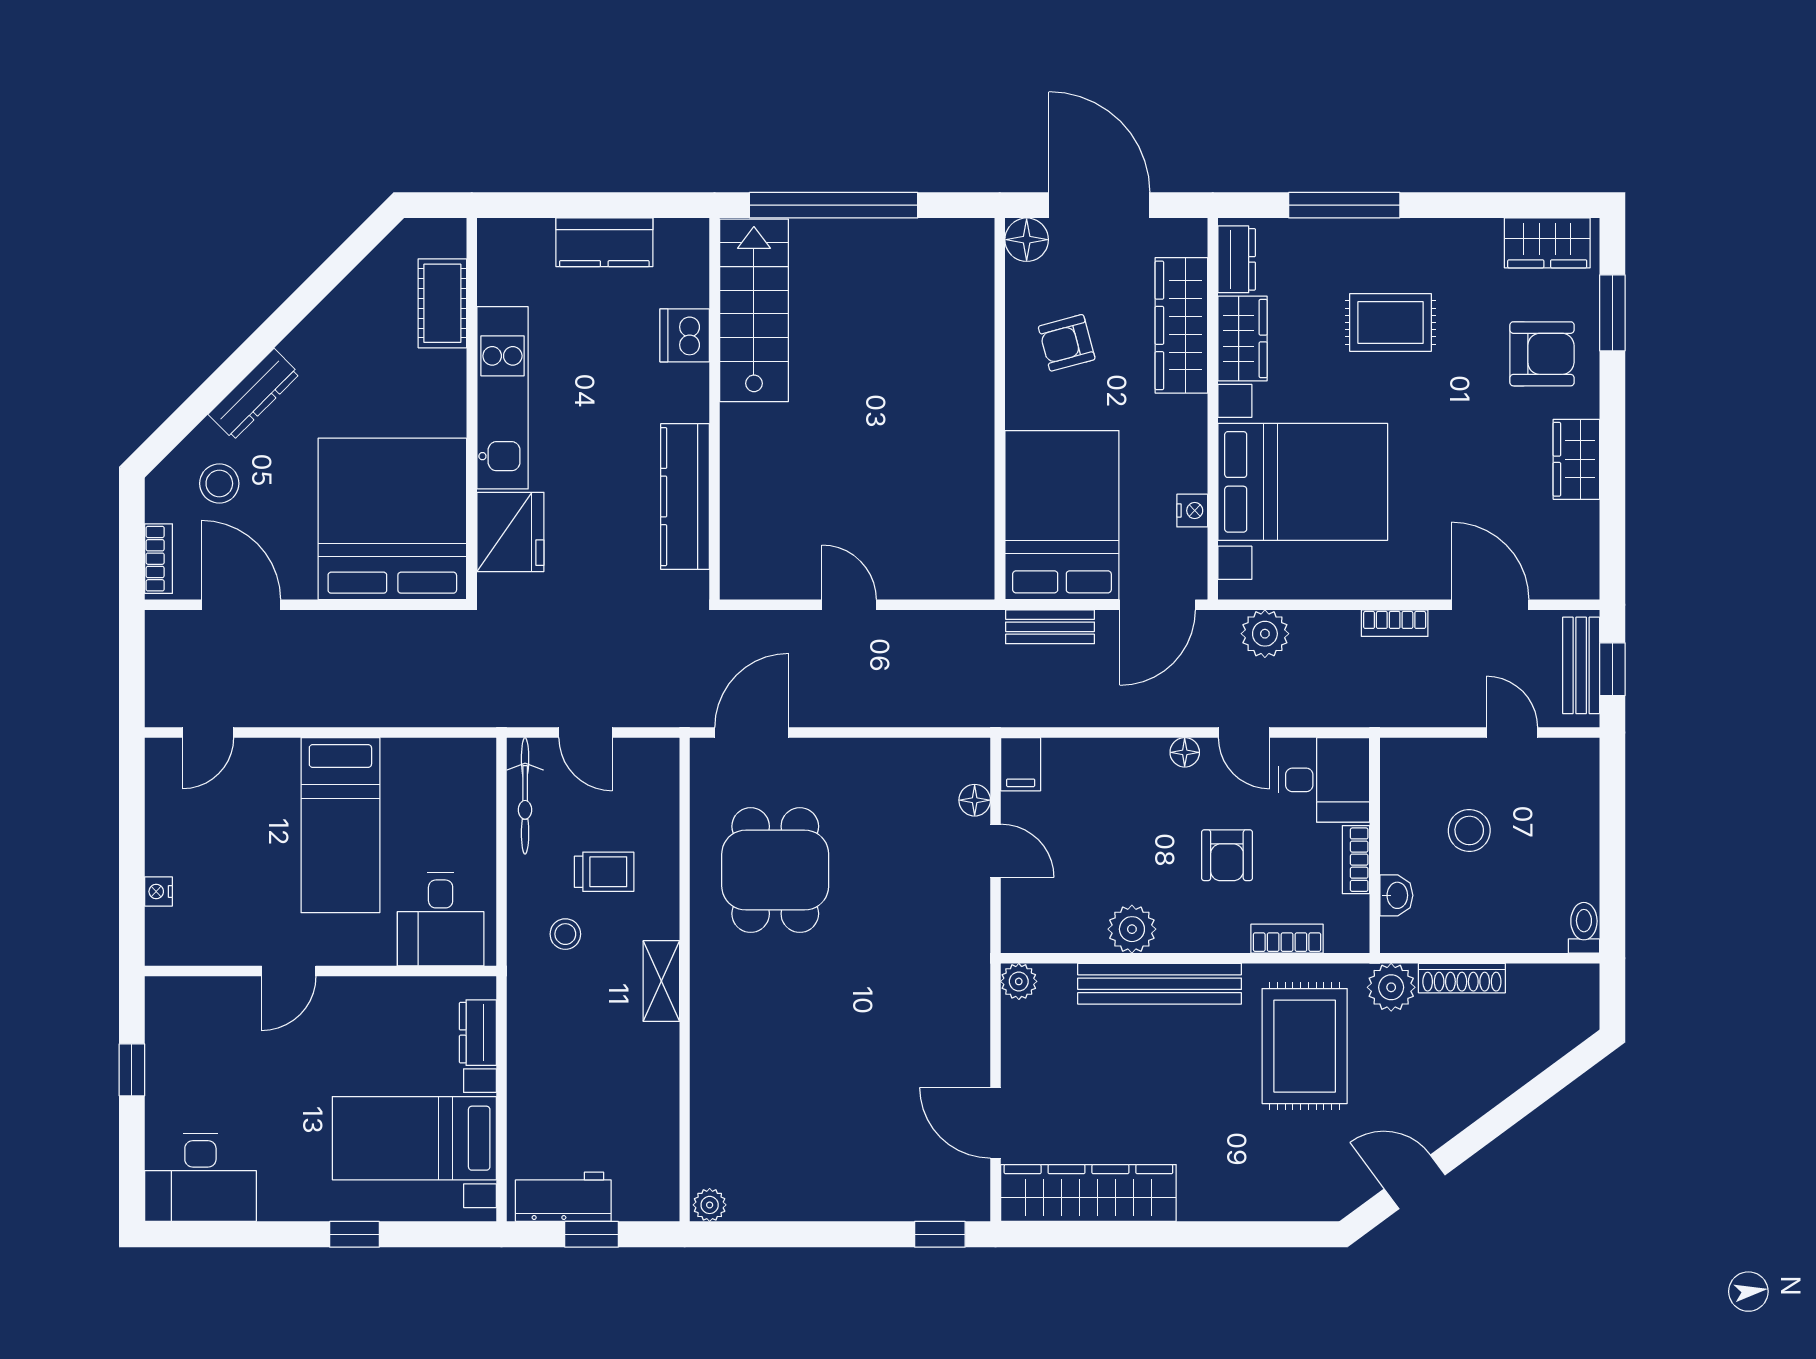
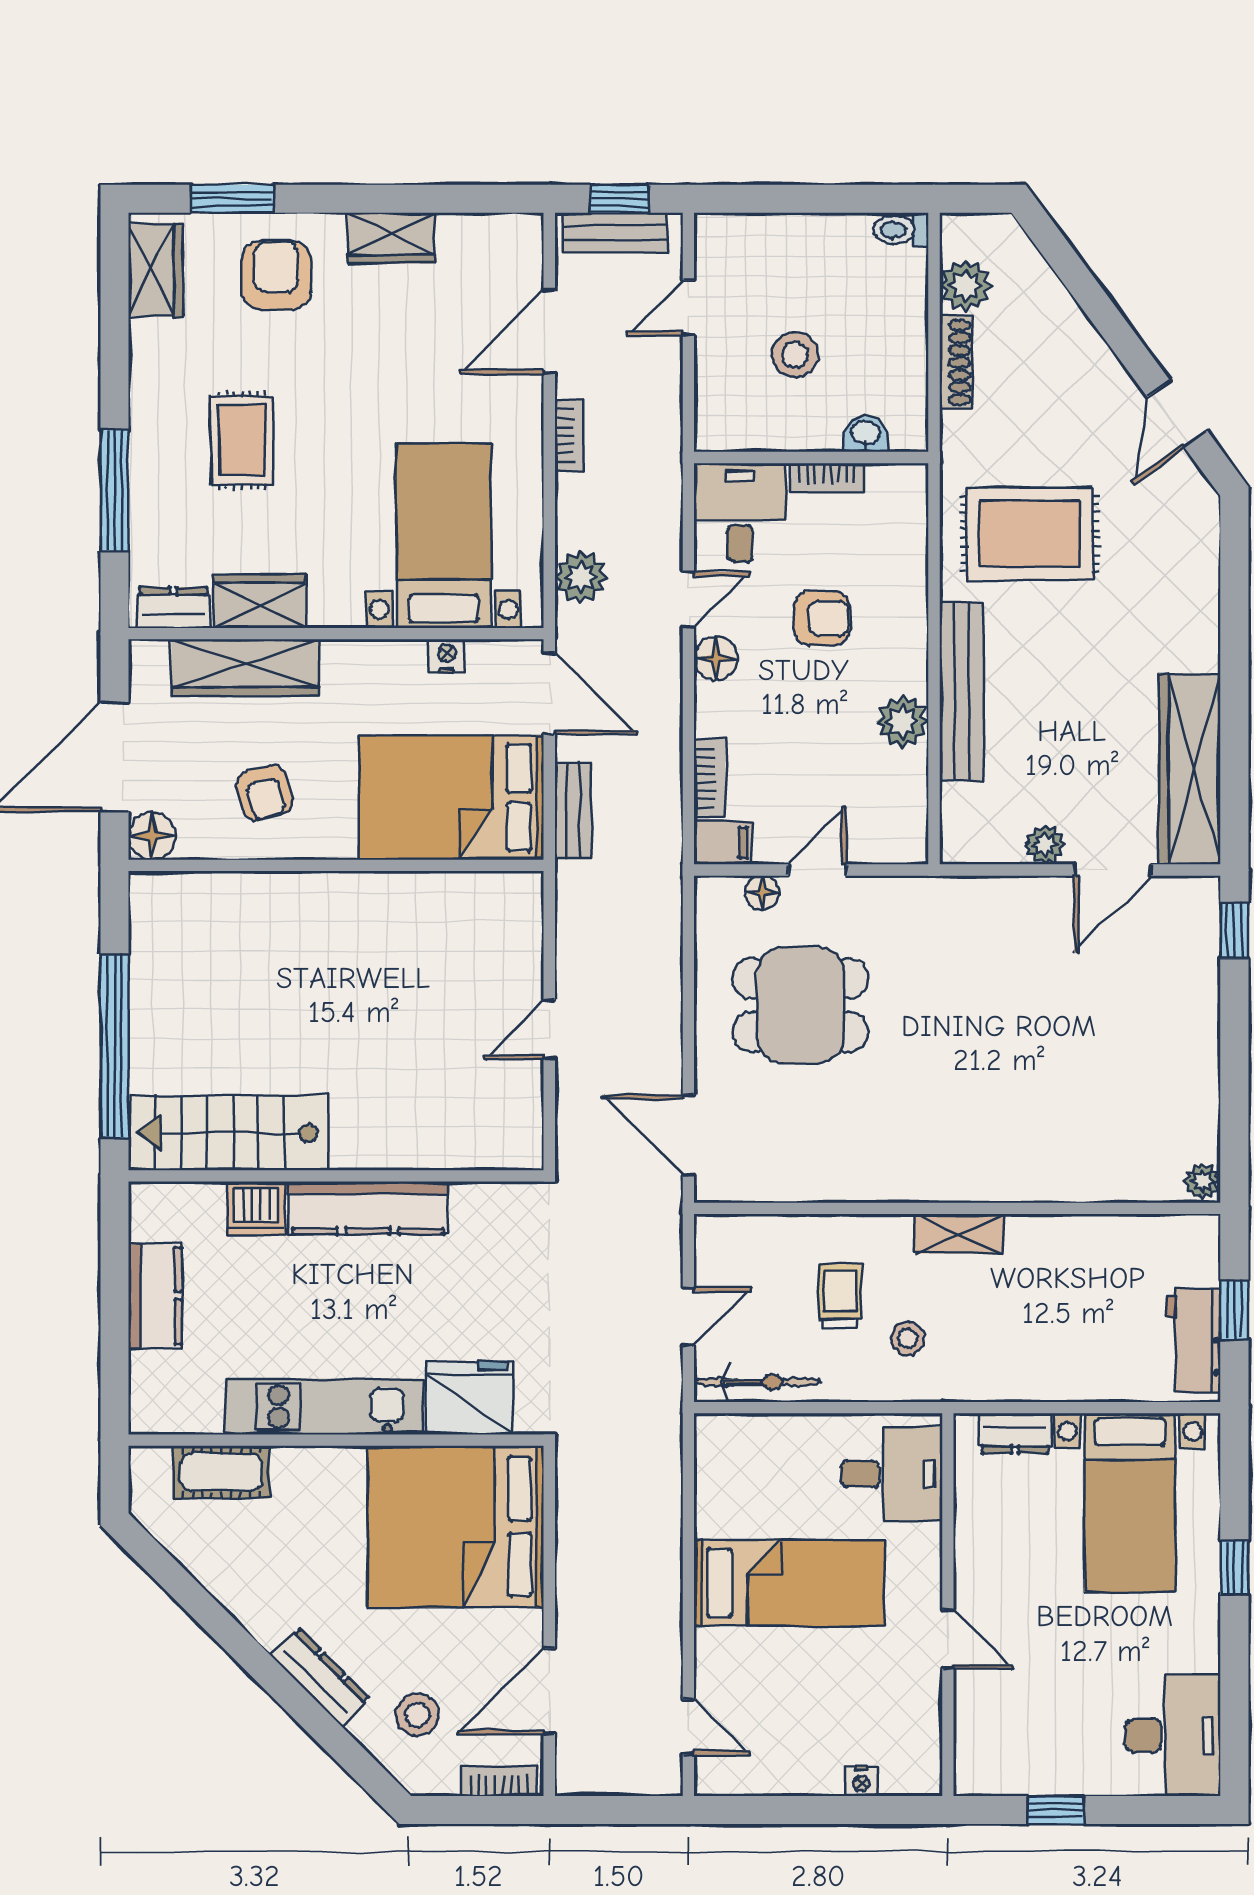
bed with nightstands: (1303, 482) -> (444, 536), width x0.73
kitchen counter: (685, 497) -> (368, 1208), moved
floor lamp: (1185, 752) -> (716, 658), width x1.37, depth x1.37
dining table: (775, 870) -> (800, 1005), moved
bookcase: (1287, 939) -> (710, 778), moved, turned 180
plant: (1019, 981) -> (1045, 845), moved
plant: (1391, 987) -> (966, 286), moved

